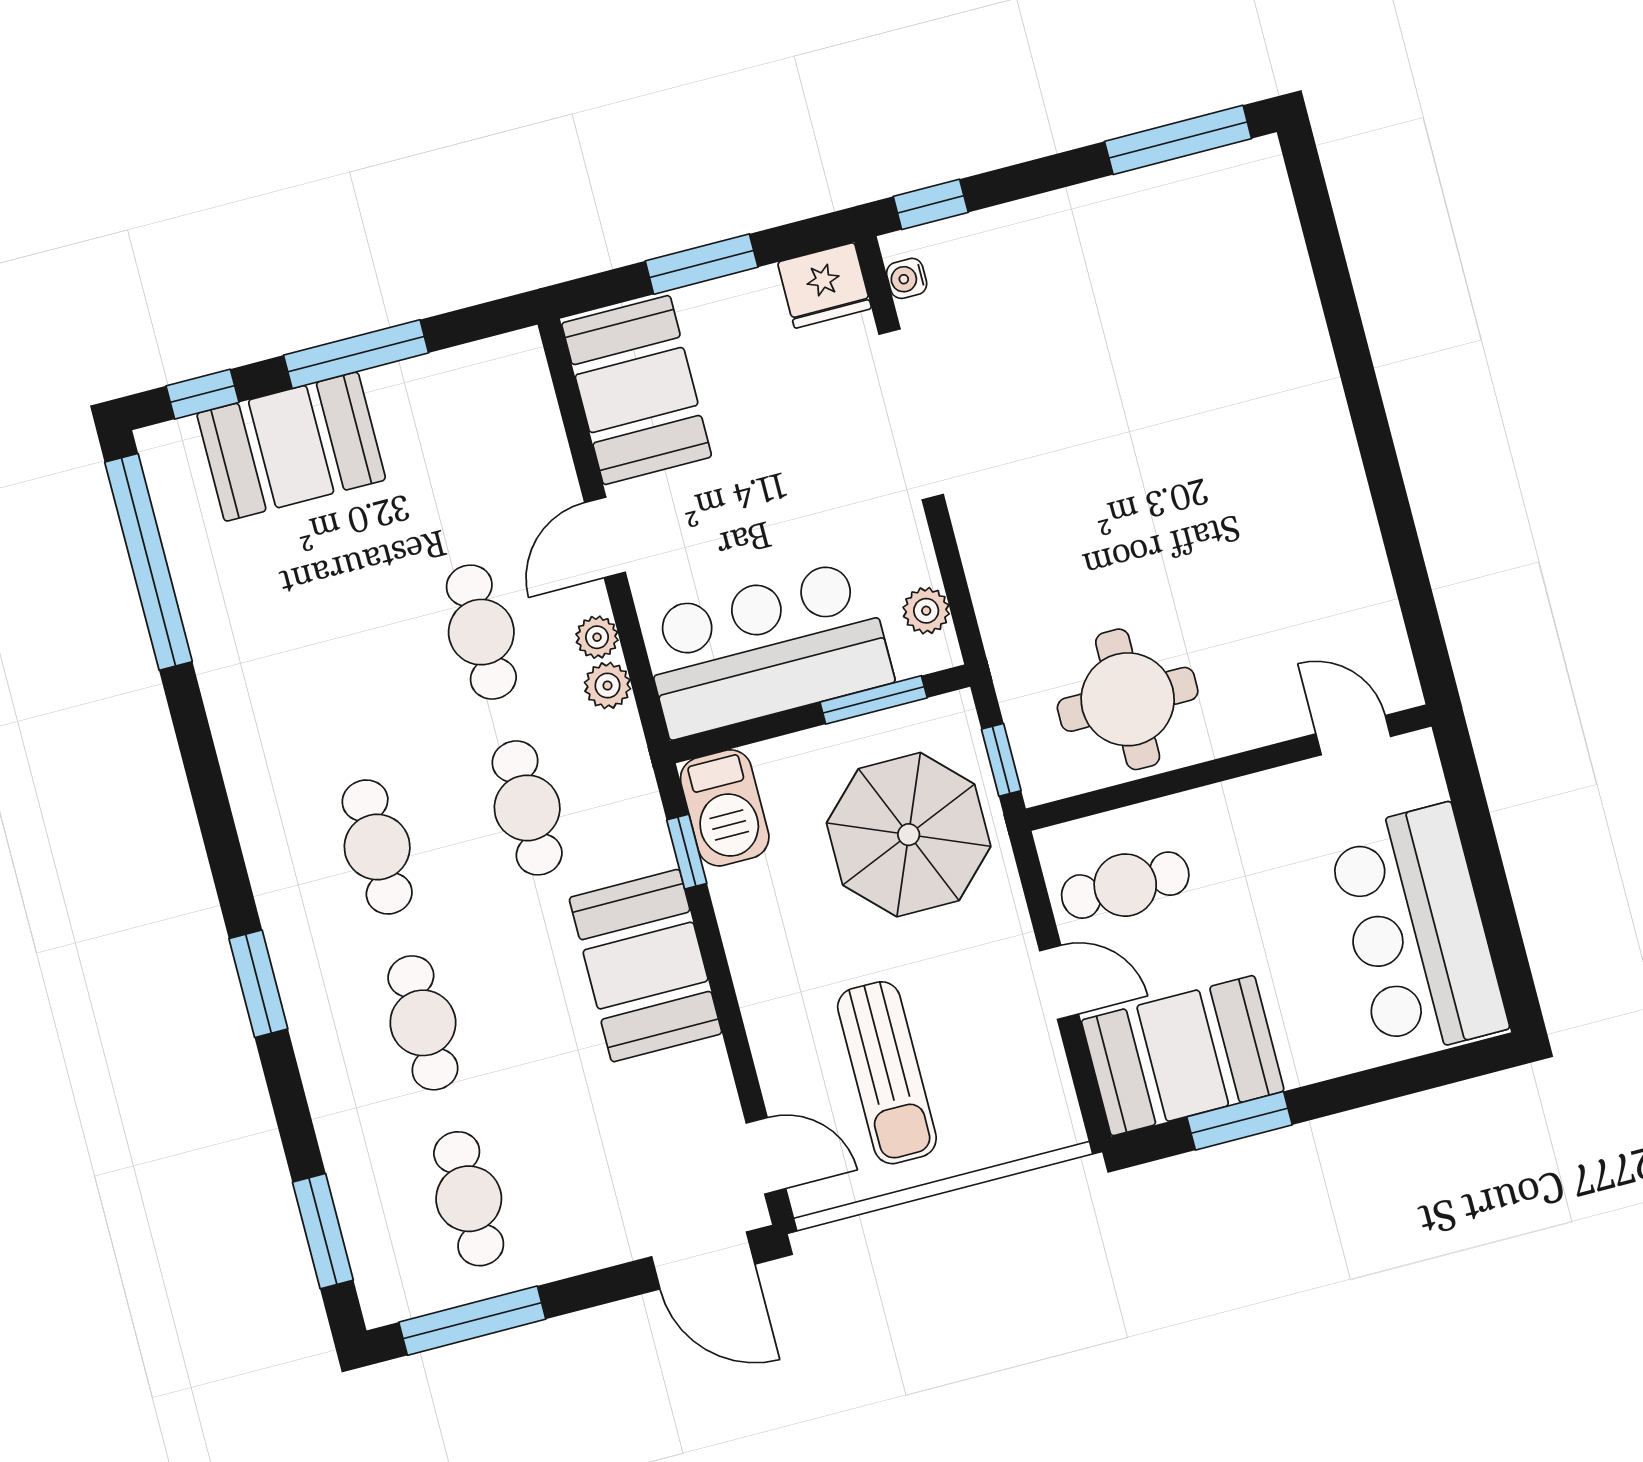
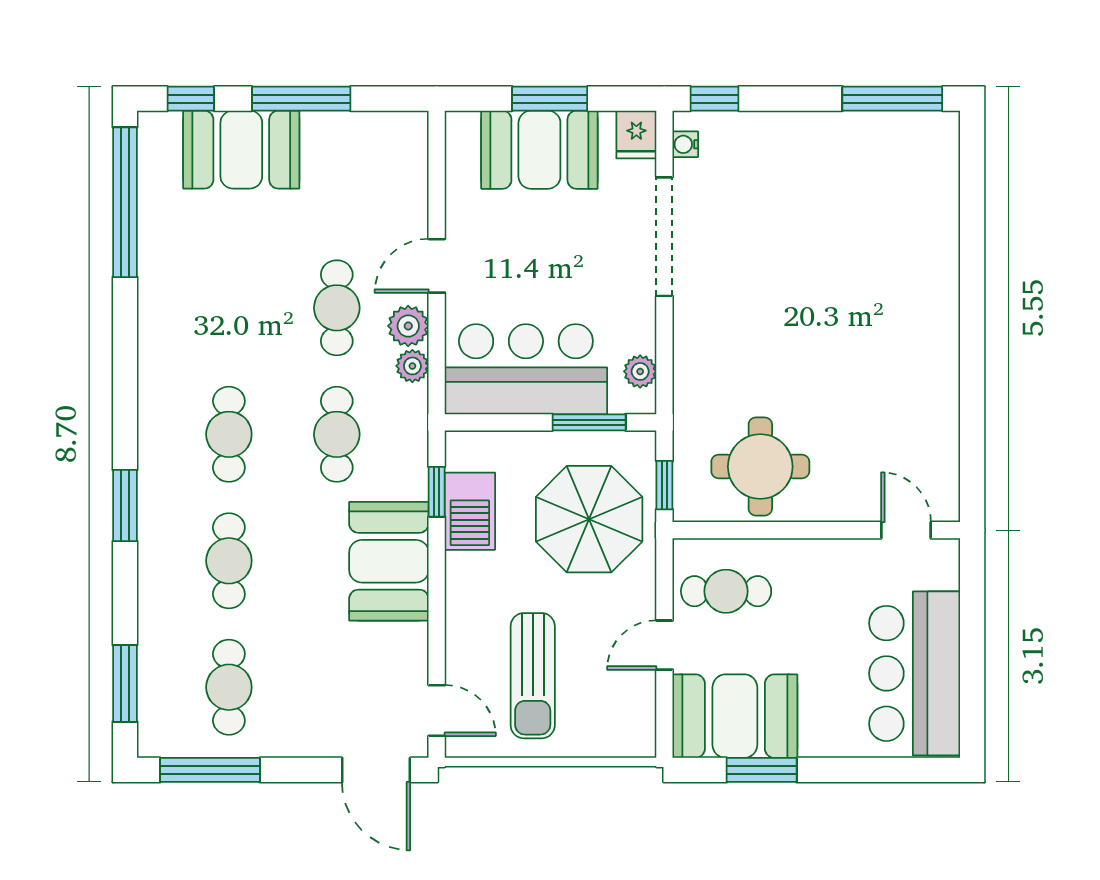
fridge: (824, 285) -> (636, 135), width x0.72
booth: (637, 390) -> (539, 150), moved, turned 90
plant: (597, 637) -> (408, 326), width x1.38, depth x1.38
barbecue: (725, 808) -> (470, 511), moved
door: (1059, 982) -> (664, 645), swing flipped

